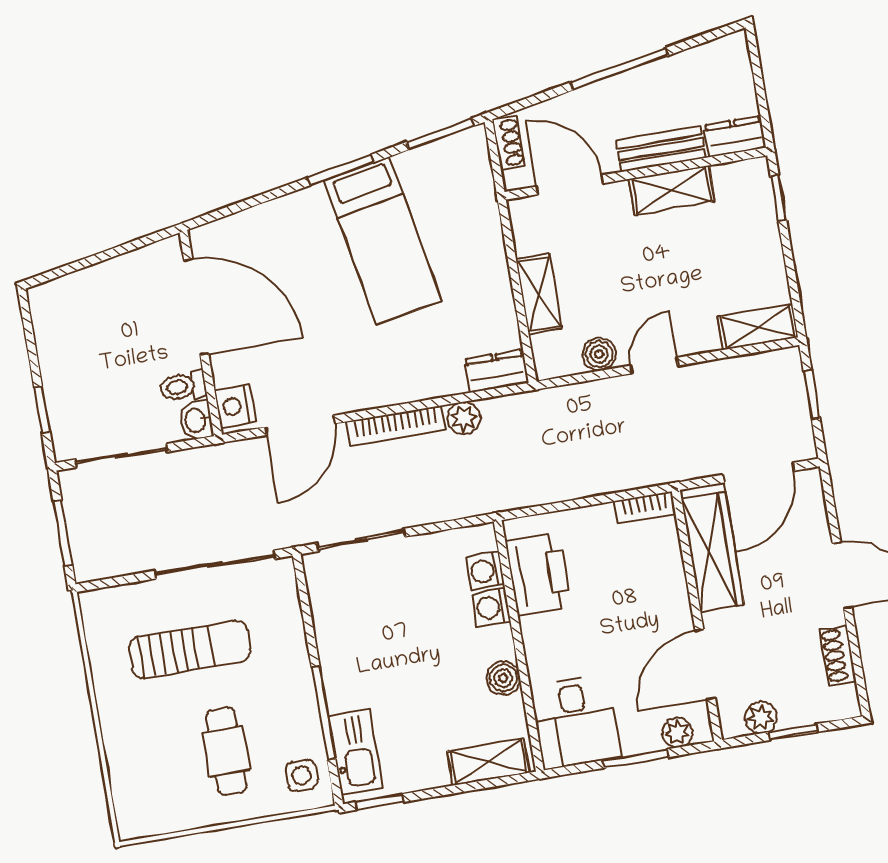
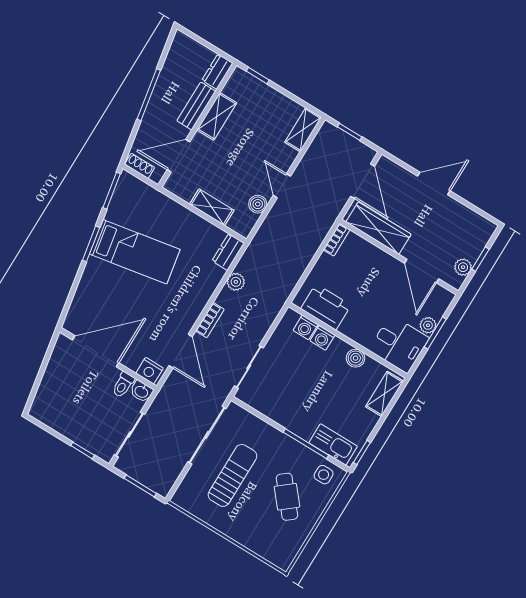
bookcase: (396, 426) -> (210, 320), width x0.64
shoe rack: (838, 655) -> (465, 214), removed
plant: (677, 732) -> (428, 325), moved
cafe table: (226, 751) -> (287, 497), turned 50

